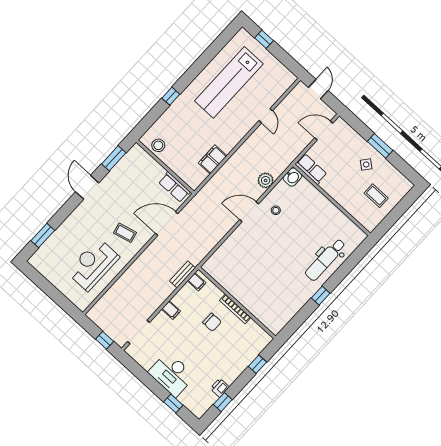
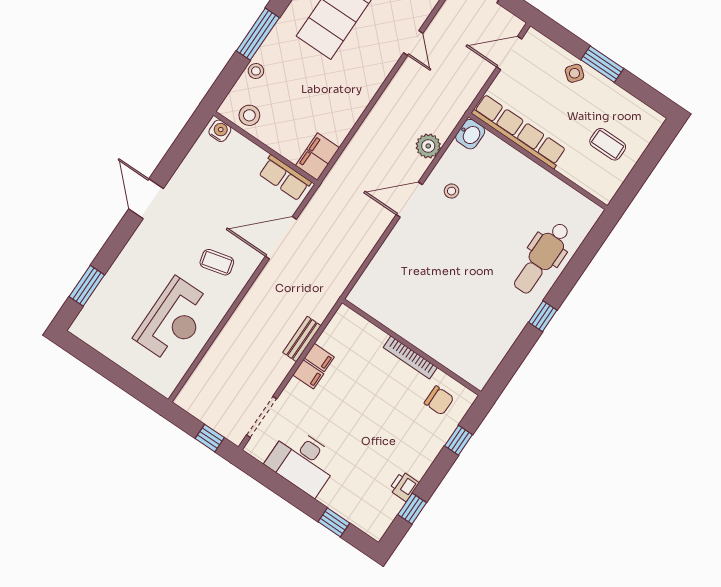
window: (171, 96) -> (258, 34), width x2.17
stool: (166, 119) -> (256, 71), added
water cooler: (139, 152) -> (220, 131), added
window: (114, 158) -> (182, 146), removed
filing cabinet: (213, 159) -> (317, 157), moved
side table: (366, 164) -> (574, 73), moved
row of seats: (311, 169) -> (519, 131), width x2.02
reception desk: (93, 264) -> (174, 320), turned 180
bench: (183, 274) -> (302, 339), moved
filing cabinet: (197, 282) -> (319, 357), moved
chair: (212, 322) -> (439, 400), moved
desk: (172, 374) -> (303, 461), moved

